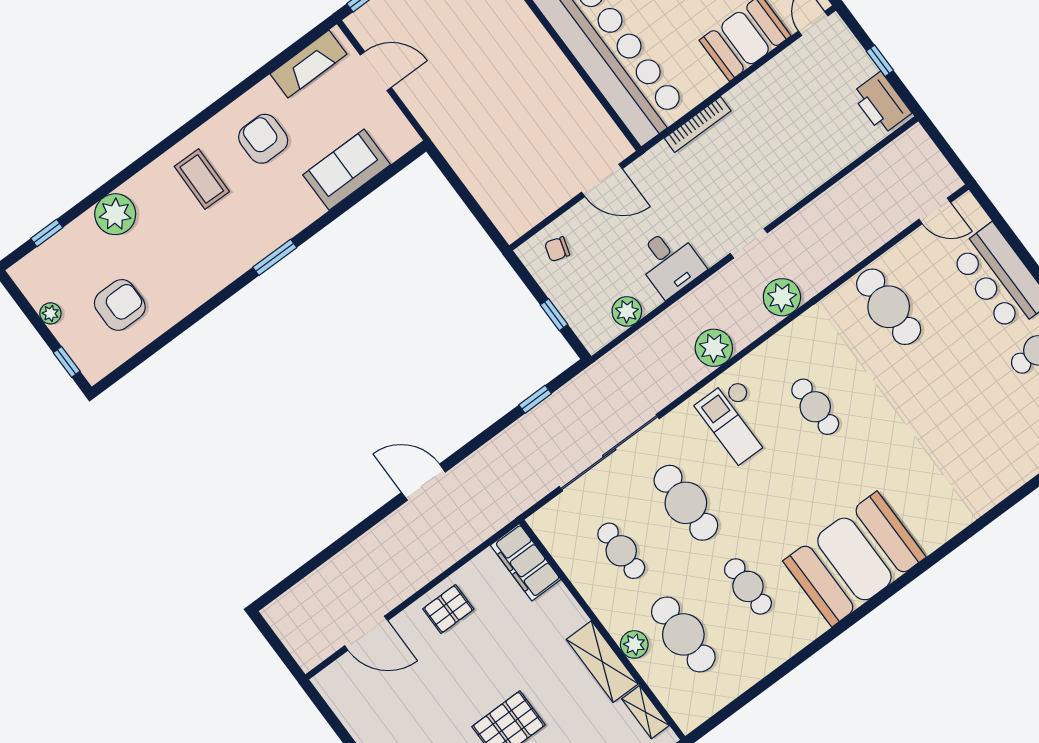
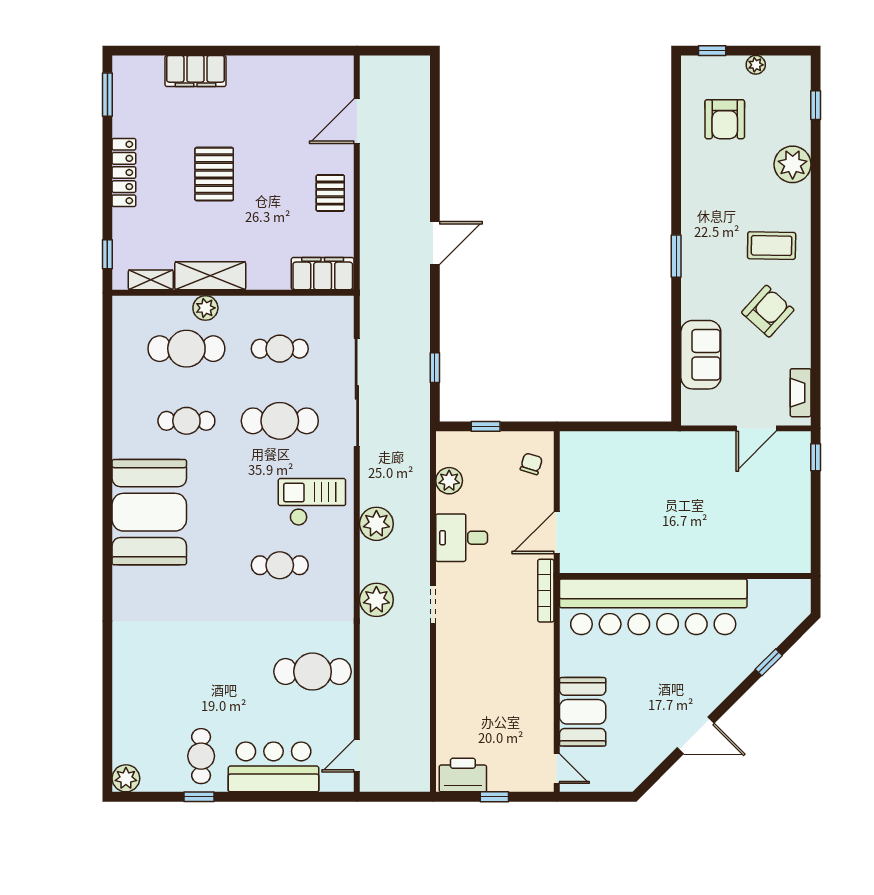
fireplace: (308, 64) -> (801, 393), width x0.73, depth x0.76
bookcase: (698, 124) -> (546, 591), moved
armchair: (263, 139) -> (768, 311), turned -48

